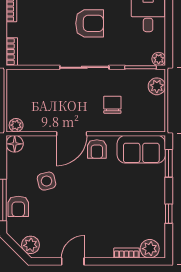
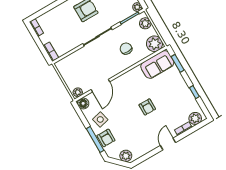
plant: (153, 120) -> (154, 44), added
door: (72, 134) -> (100, 86), moved
armchair: (97, 149) -> (147, 107), moved
side table: (47, 181) -> (100, 119), moved
door: (73, 261) -> (168, 144), moved

